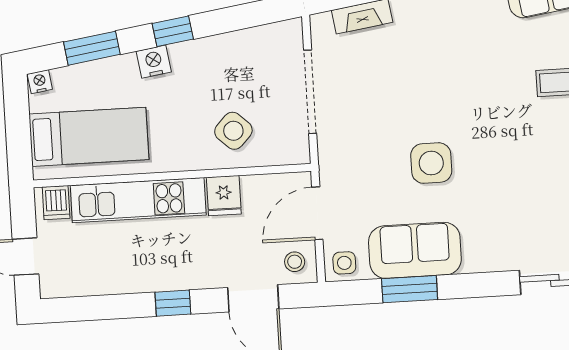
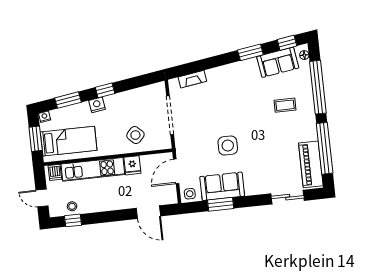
window: (18, 128) -> (36, 139), added
stool: (295, 262) -> (72, 206), moved
window: (173, 303) -> (73, 220), moved

